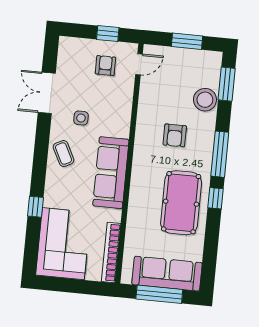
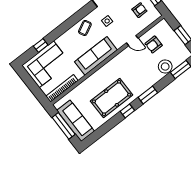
door: (139, 64) -> (132, 41), moved
armchair: (175, 135) -> (154, 44), moved
window: (220, 154) -> (148, 95), width x0.69
window: (35, 207) -> (41, 45), moved

